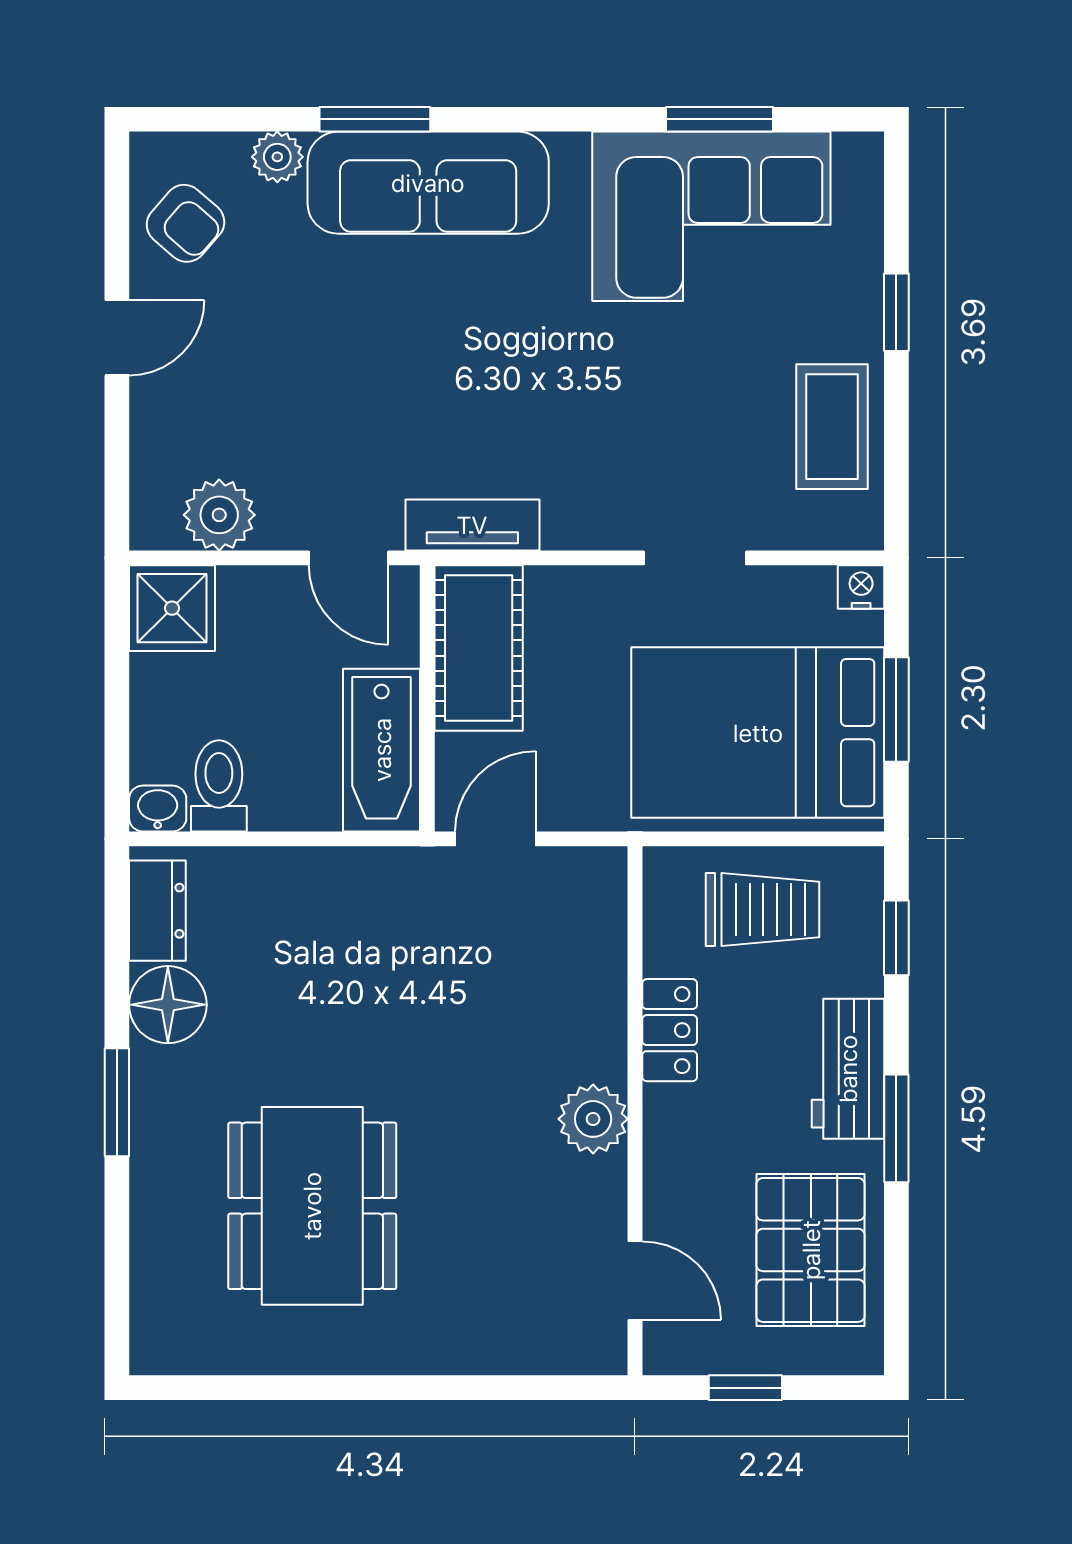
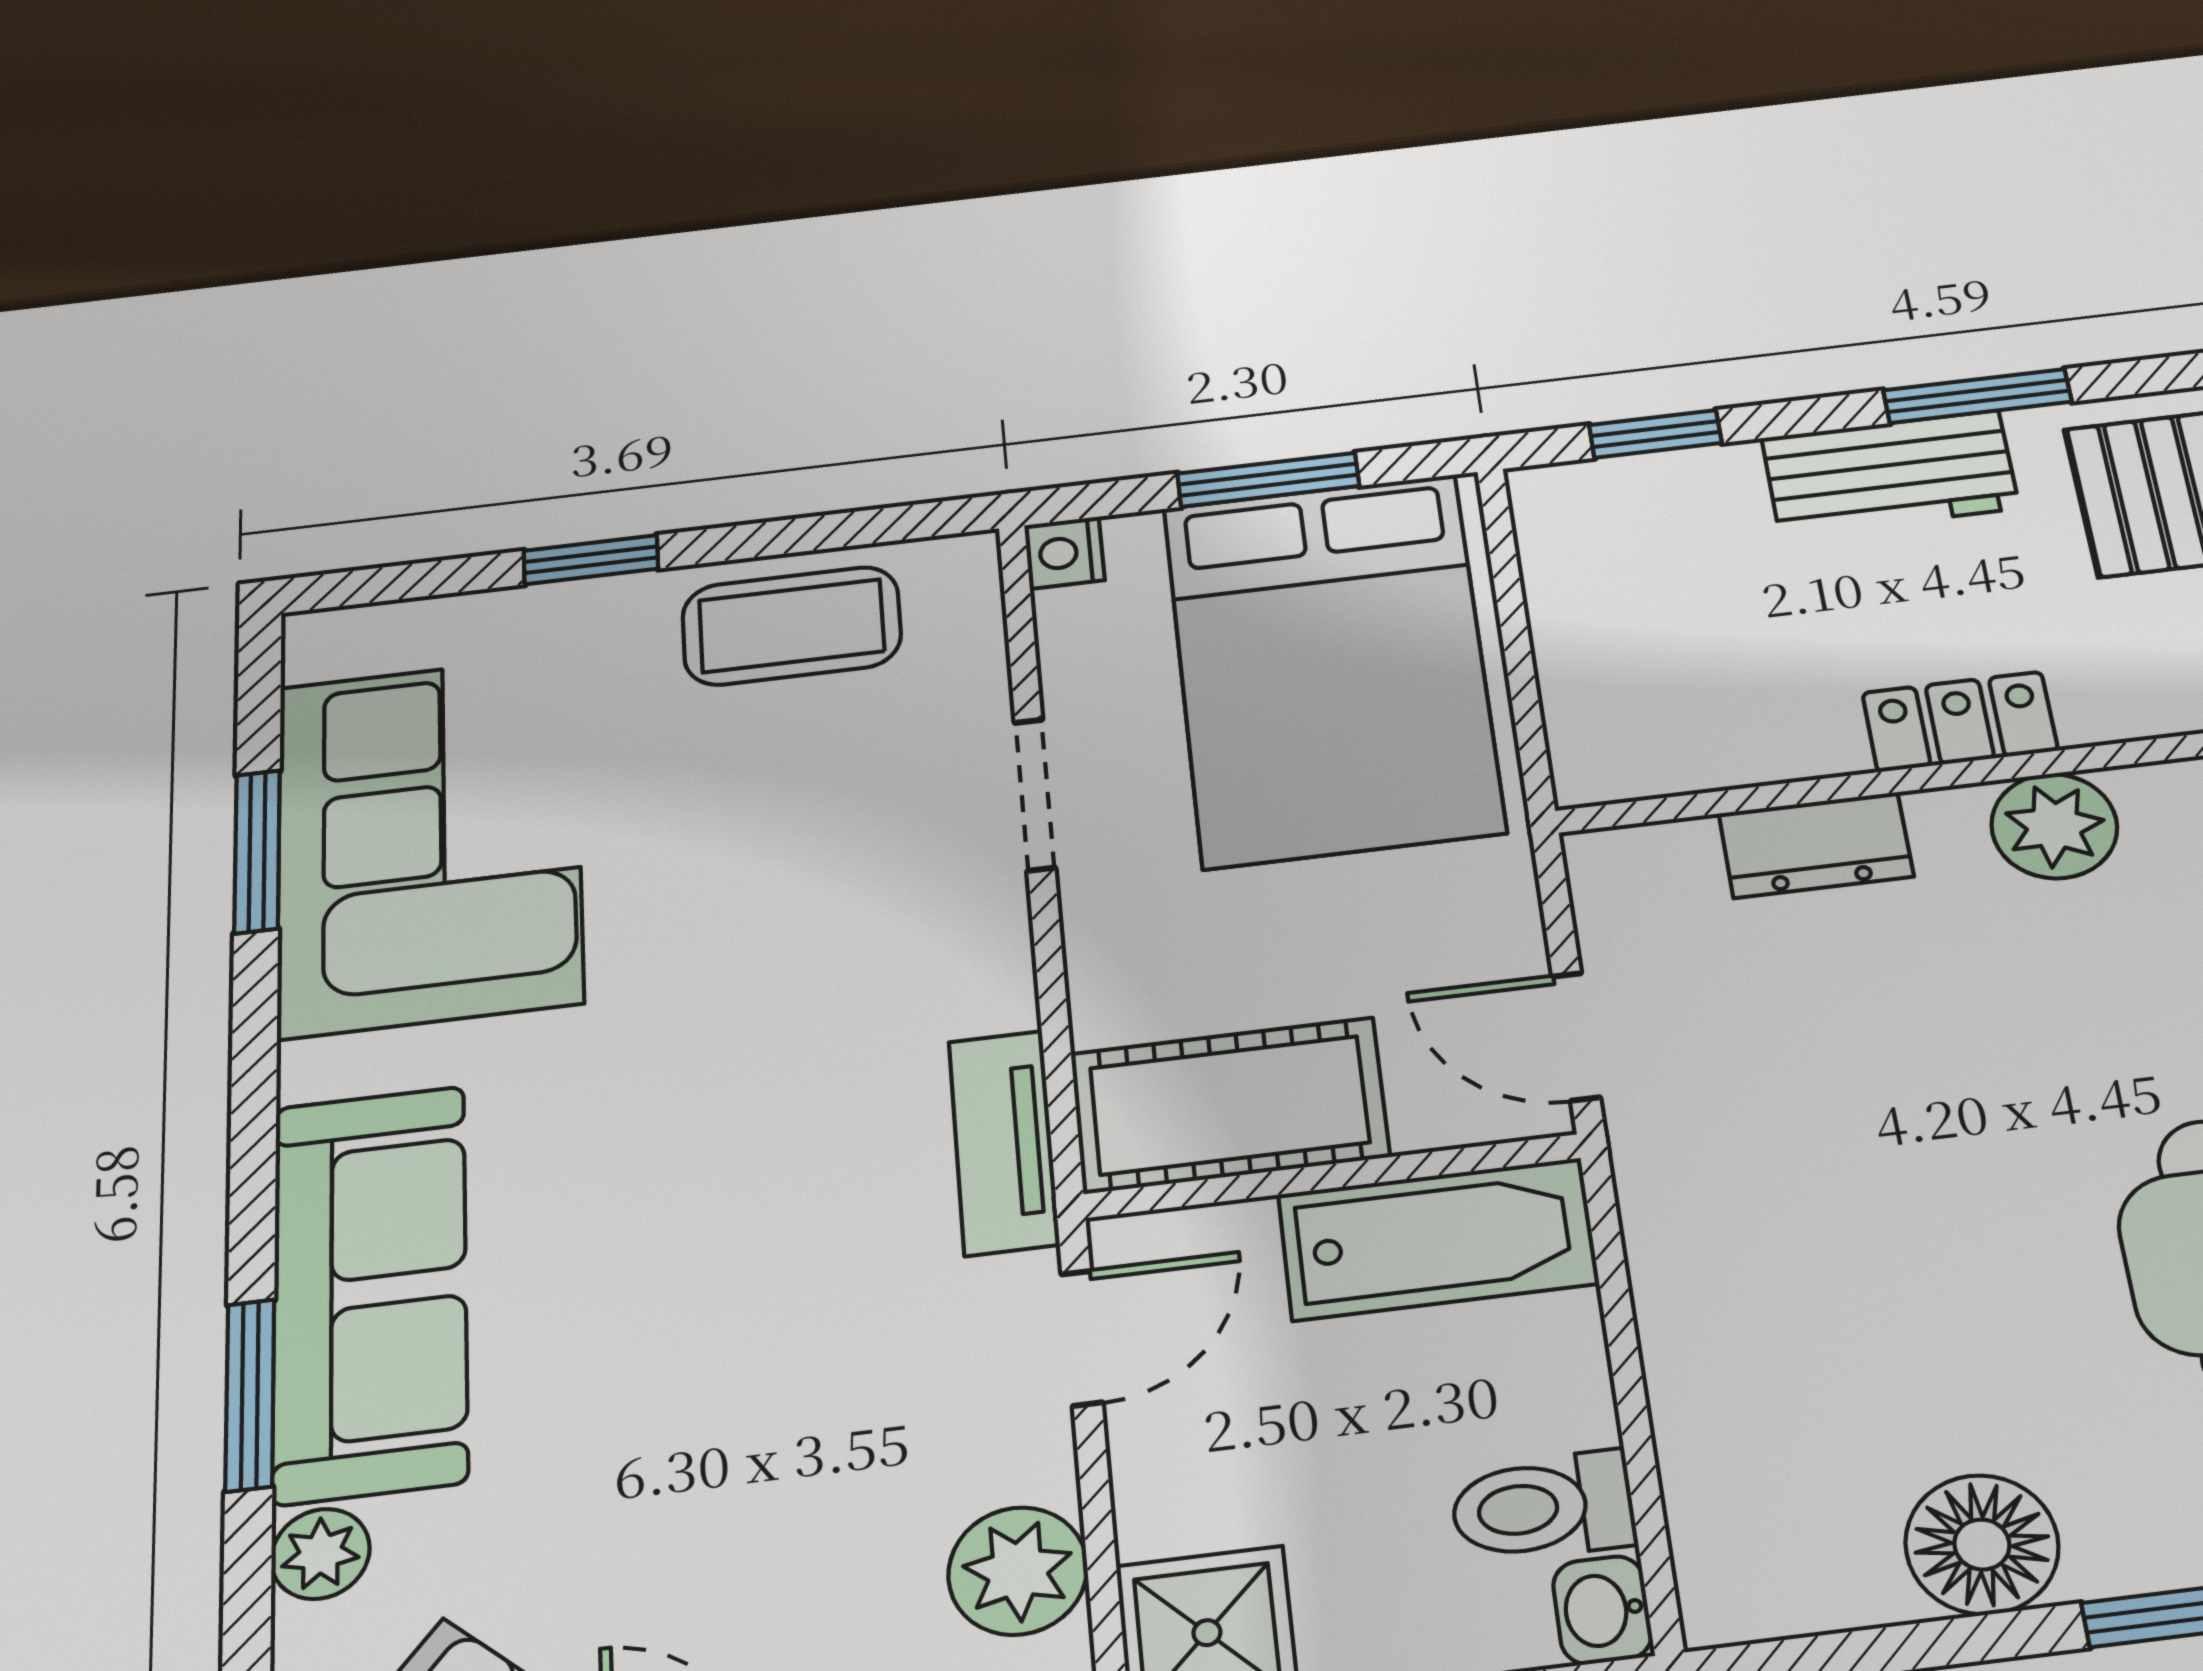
trolley: (762, 910) -> (1638, 624), removed
dresser: (157, 911) -> (1816, 845), moved, turned 180
locker: (670, 1030) -> (1960, 722), moved

